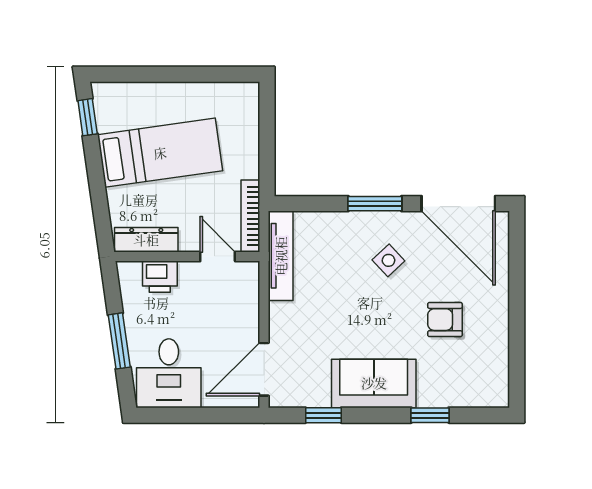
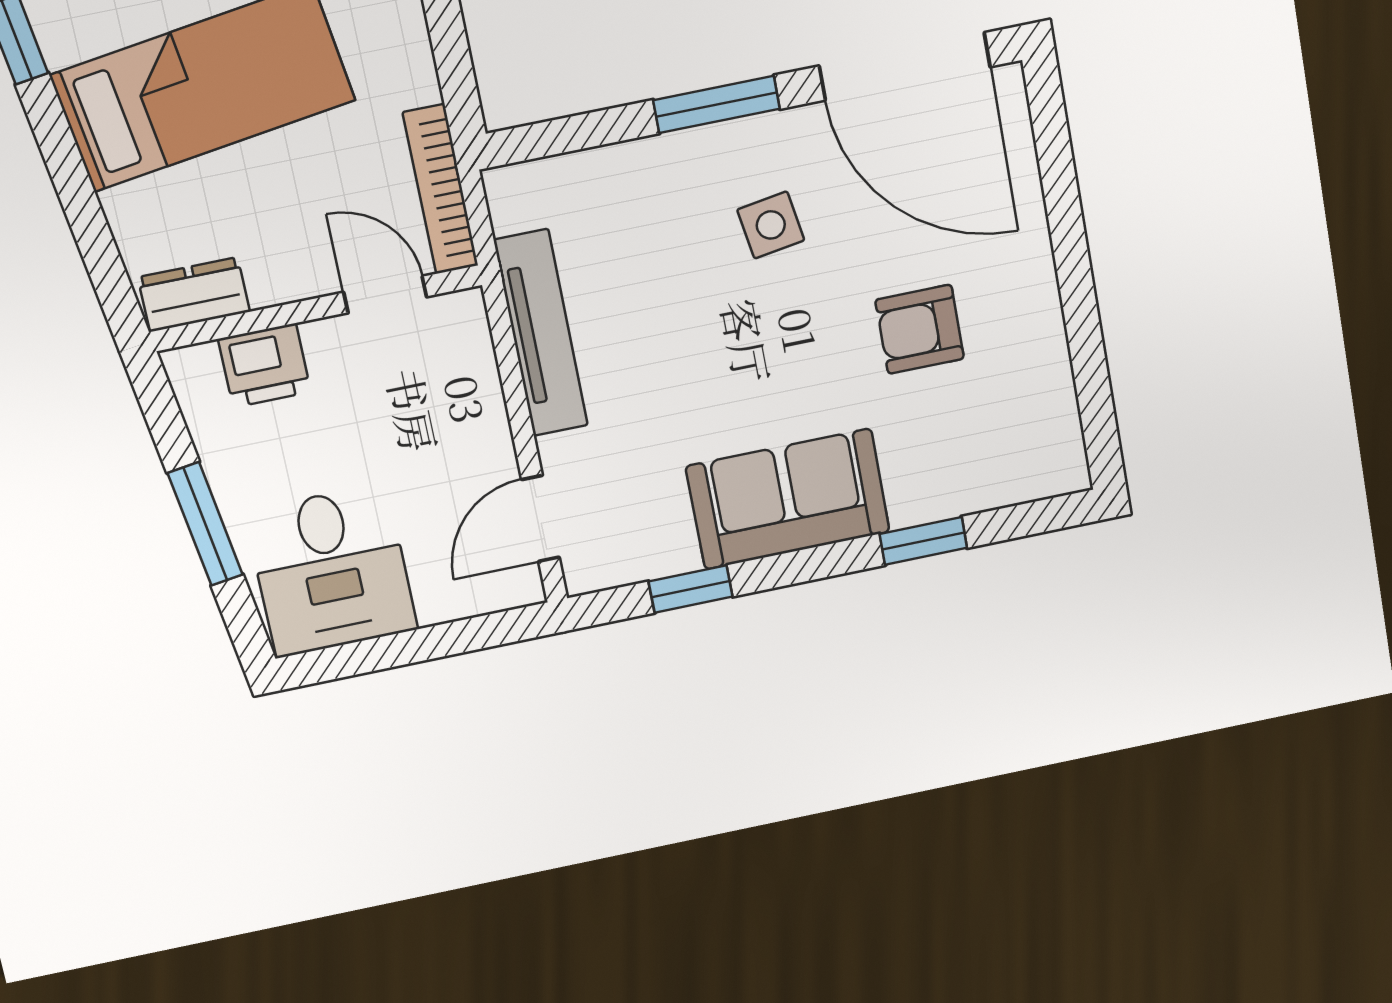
dresser: (146, 240) -> (194, 295), width x0.70
tv unit: (281, 256) -> (541, 333), moved
side table: (388, 260) -> (771, 225), turned 34
door: (264, 369) -> (540, 519), width x0.73

